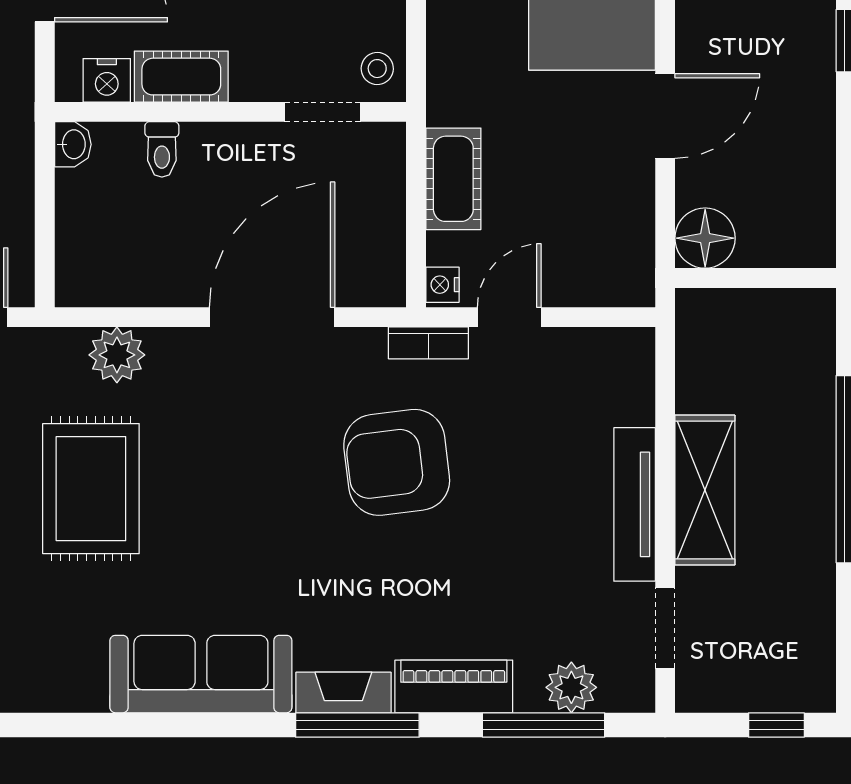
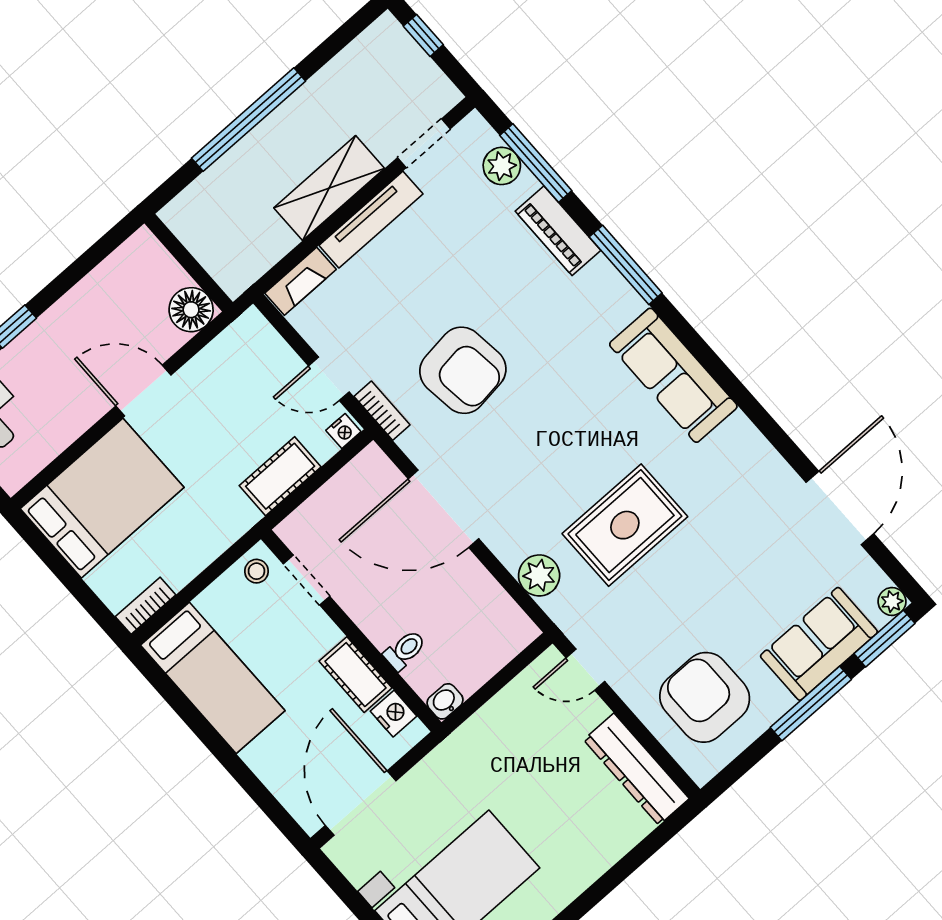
fireplace: (343, 692) -> (300, 281), moved, turned -90

